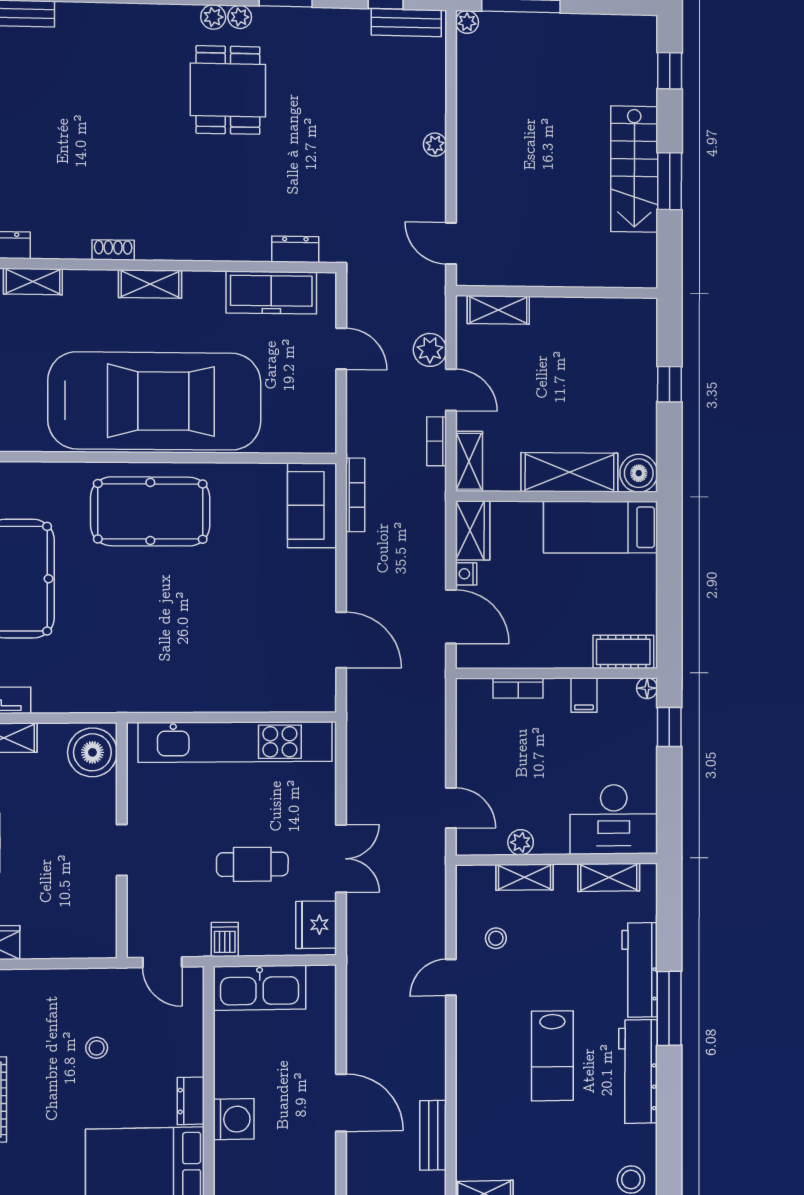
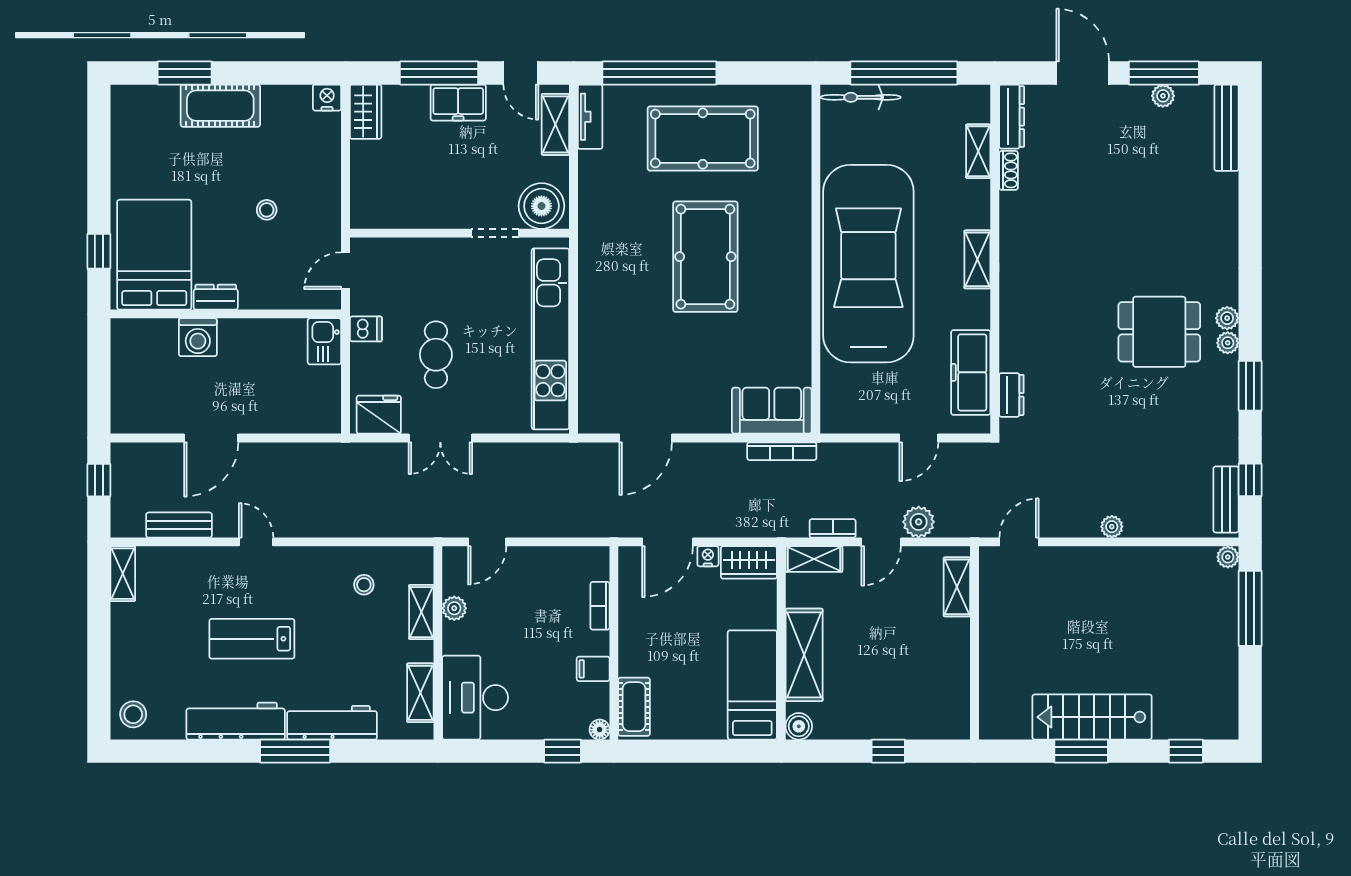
shoe rack: (113, 250) -> (1009, 170), moved
car: (155, 401) -> (868, 264), turned 180
boiler: (639, 473) -> (799, 726), width x0.73, depth x0.73
pool table: (150, 511) -> (705, 257), moved
doorway: (122, 850) -> (495, 233), moved
door: (451, 977) -> (256, 542), moved
kitchen sink: (260, 988) -> (324, 341), width x0.53, depth x0.81

